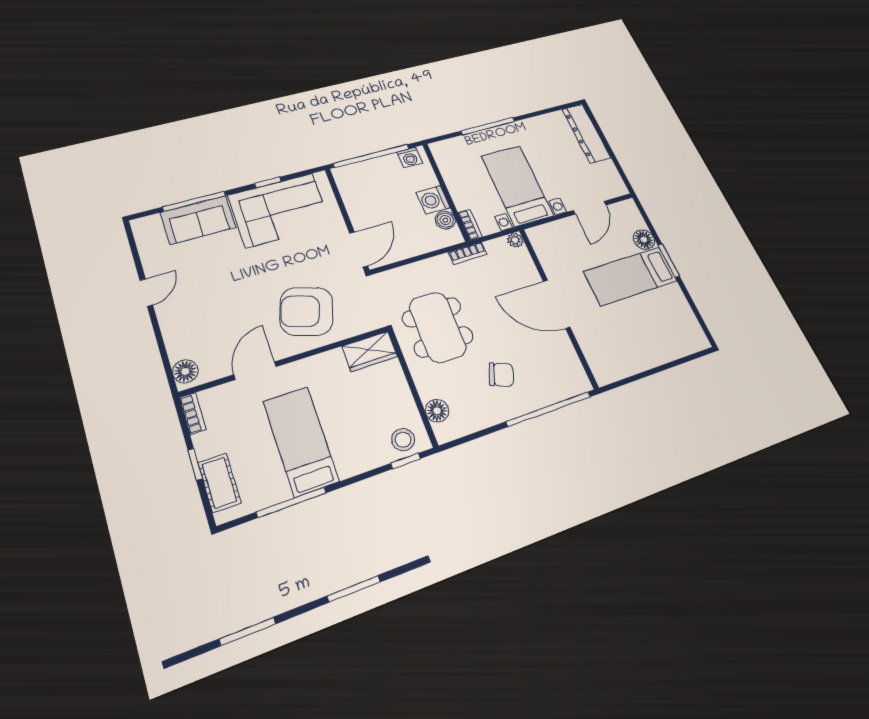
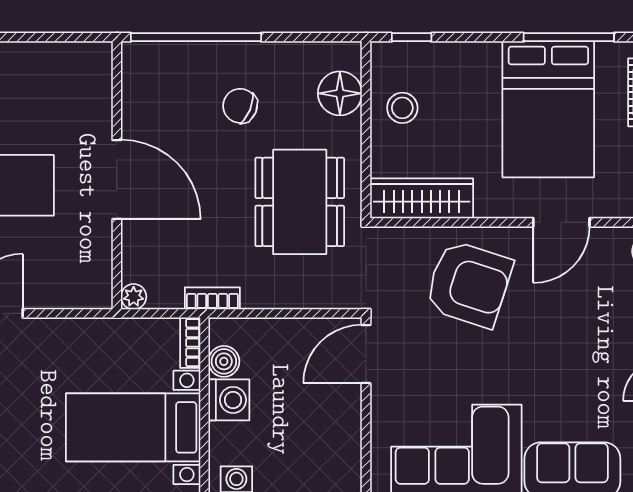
bed with nightstands: (517, 186) -> (133, 427), moved, turned 90
wardrobe: (370, 351) -> (422, 198), width x1.50
floor lamp: (437, 411) -> (340, 93), width x1.38, depth x1.38
stool: (403, 440) -> (402, 108), moved
bed: (301, 441) -> (548, 109), width x1.50

